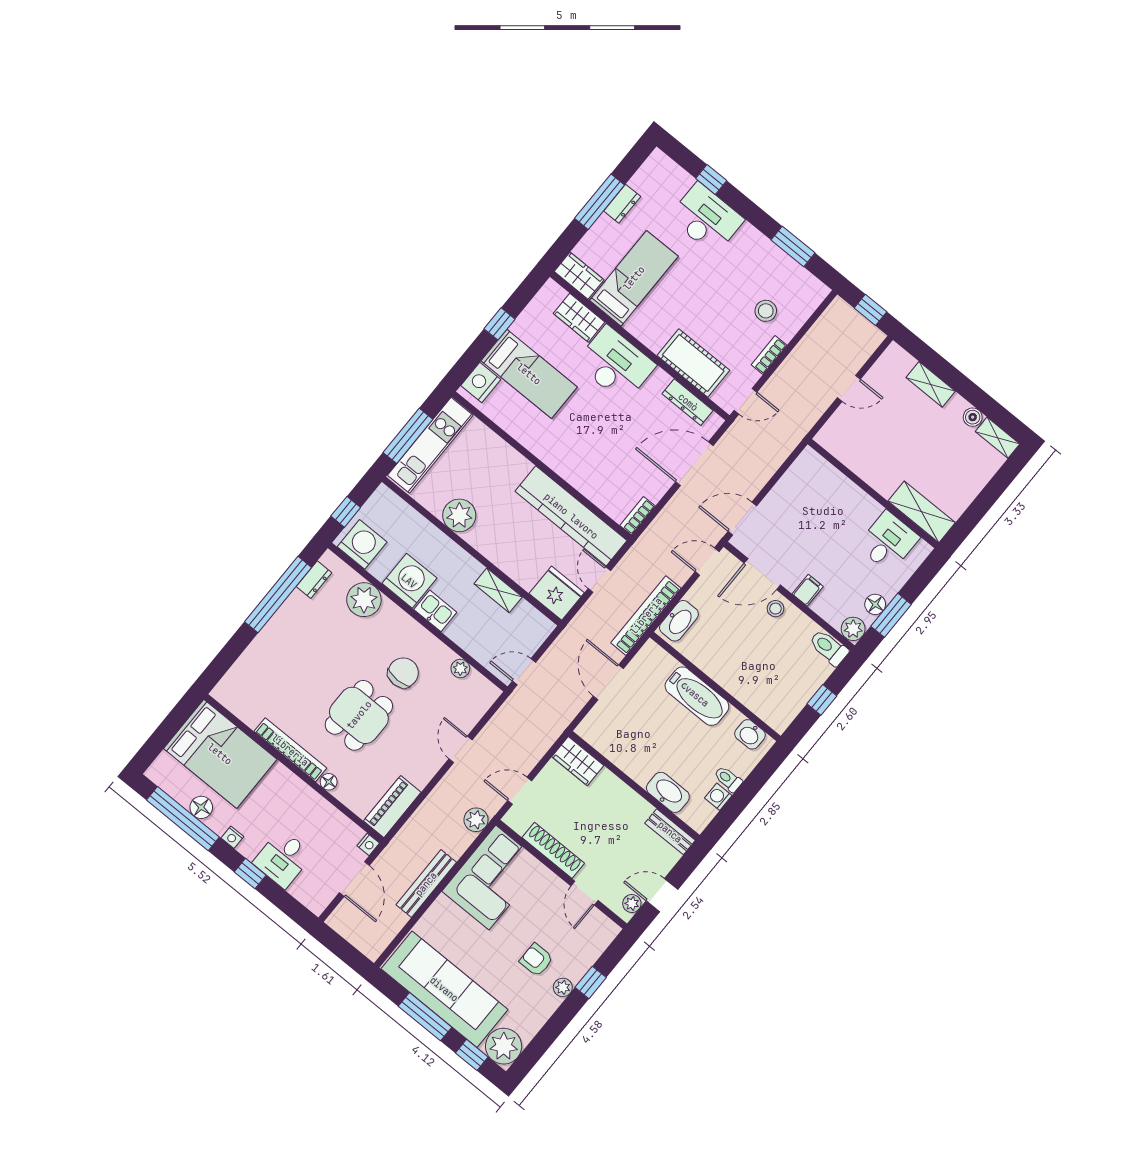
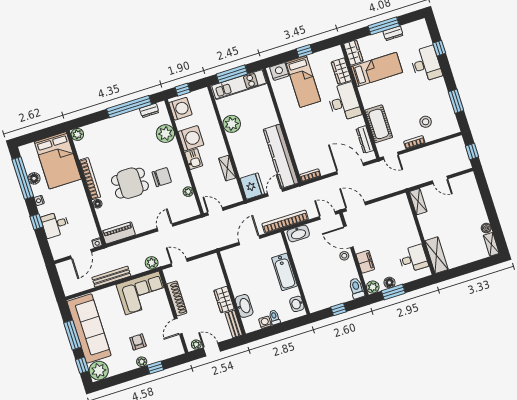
shelving: (931, 384) -> (418, 202), moved
filing cabinet: (808, 590) -> (365, 262), width x2.00
plant: (225, 692) -> (77, 134), added
wardrobe: (578, 761) -> (224, 300), moved

